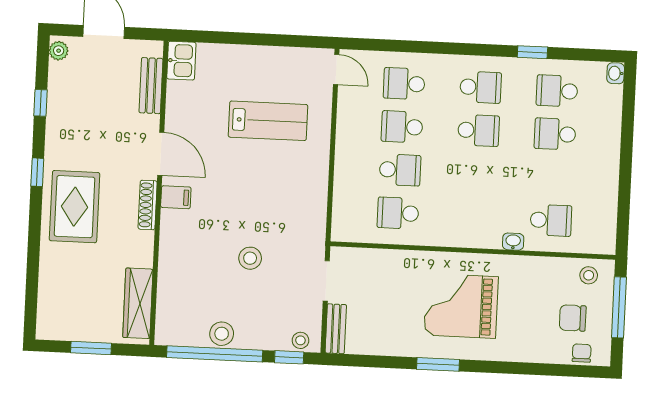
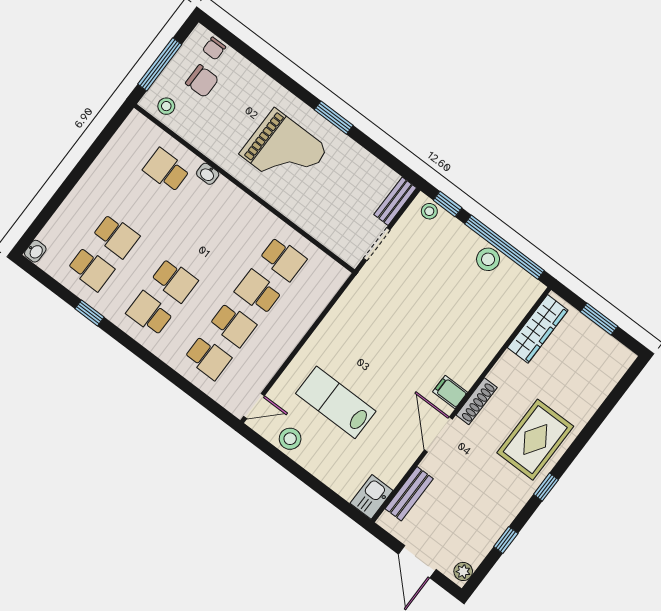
door: (336, 69) -> (254, 406), swing flipped
school desk: (479, 130) -> (175, 280), turned 180
stool: (250, 258) -> (290, 439), moved

